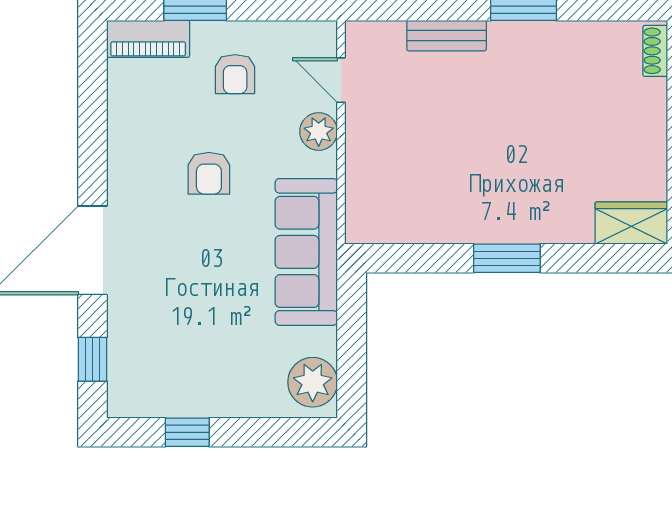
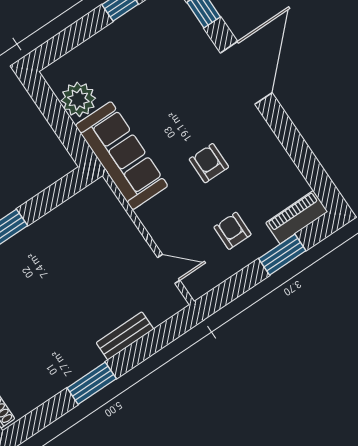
plant: (319, 131) -> (162, 230), removed
plant: (313, 382) -> (78, 99), moved

